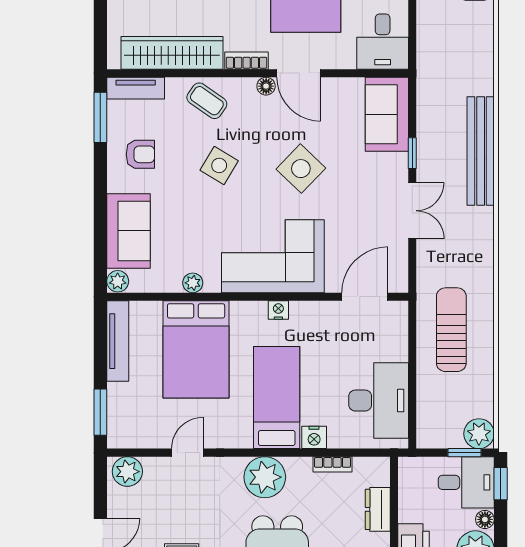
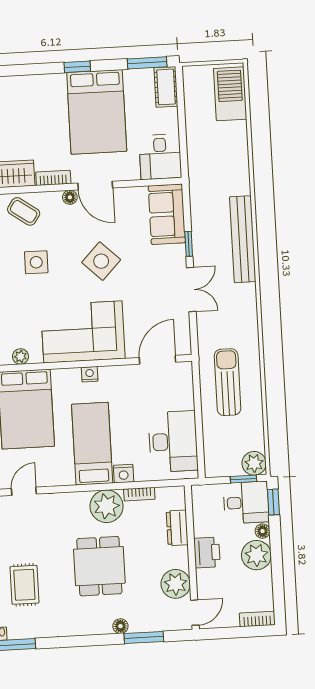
side table: (219, 165) -> (36, 262), turned -31
plant: (265, 477) -> (107, 506), moved

